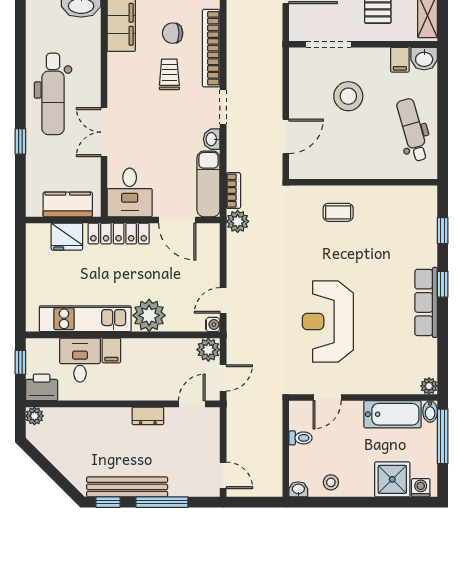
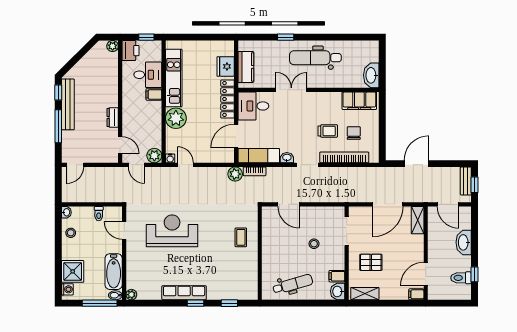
stool: (348, 96) -> (314, 244), width x0.53, depth x0.53

